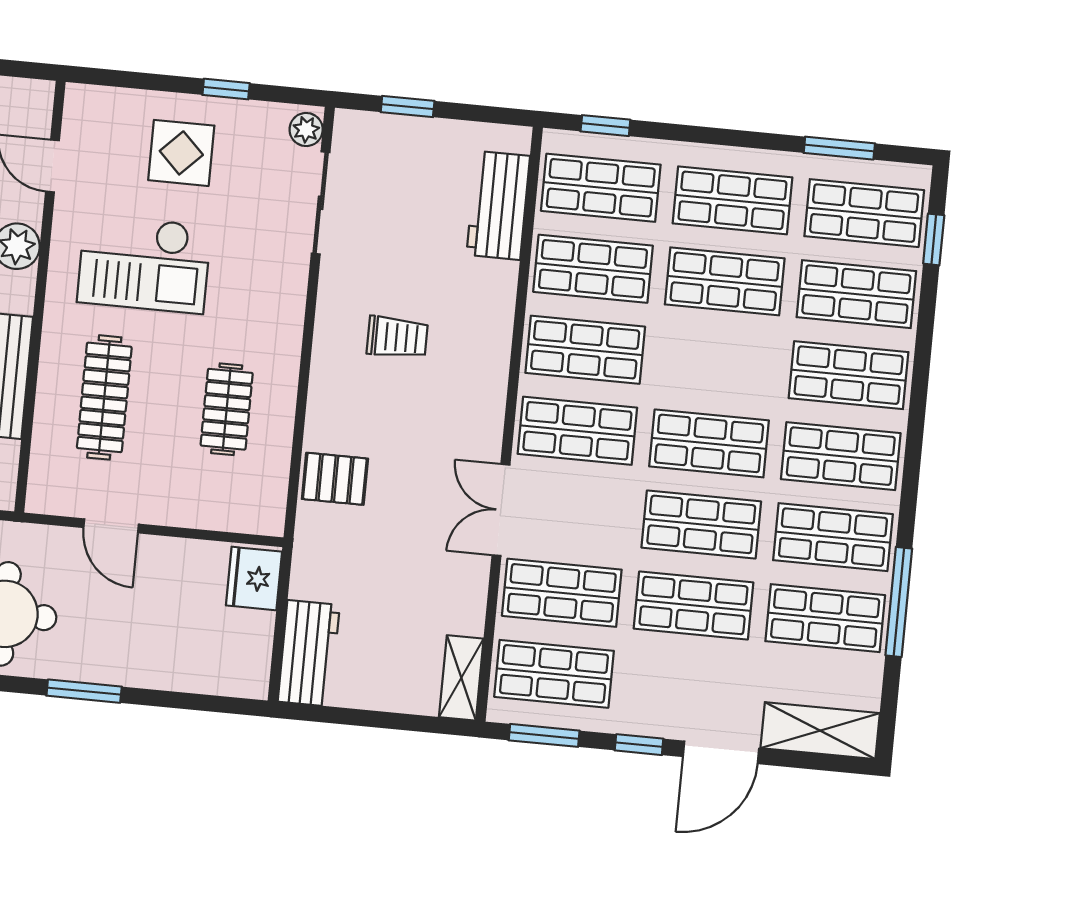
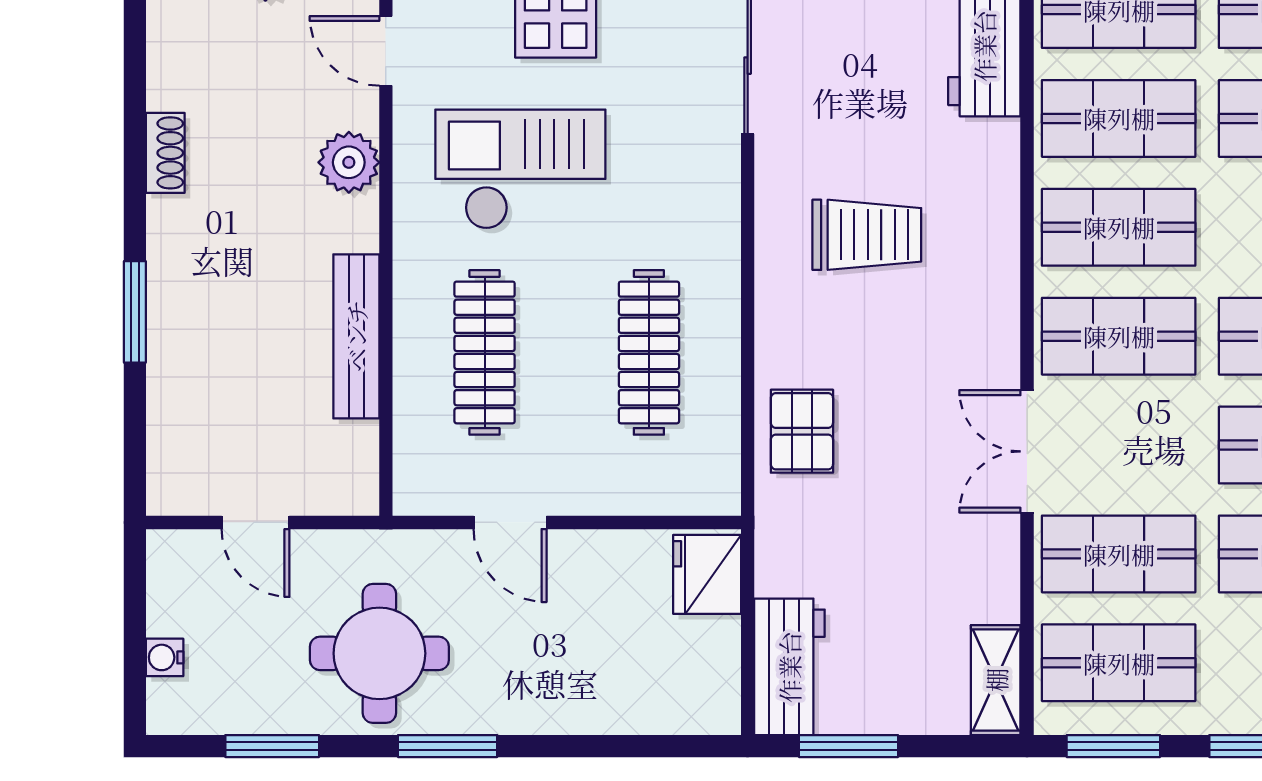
checkout: (144, 264) -> (520, 169), turned 180
trolley: (397, 337) -> (867, 235), width x1.36, depth x1.39
clothes rail: (227, 409) -> (649, 352), width x1.36
pallet: (335, 479) -> (802, 431), turned 90
window: (84, 691) -> (448, 746), moved
window: (347, 716) -> (849, 746), added

